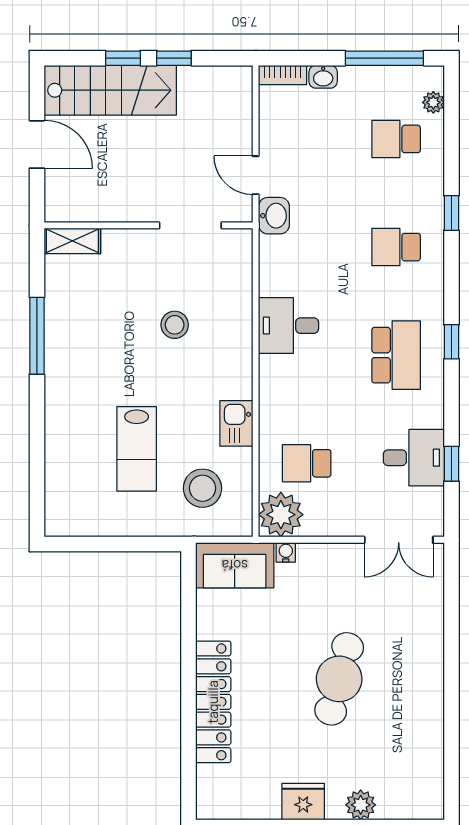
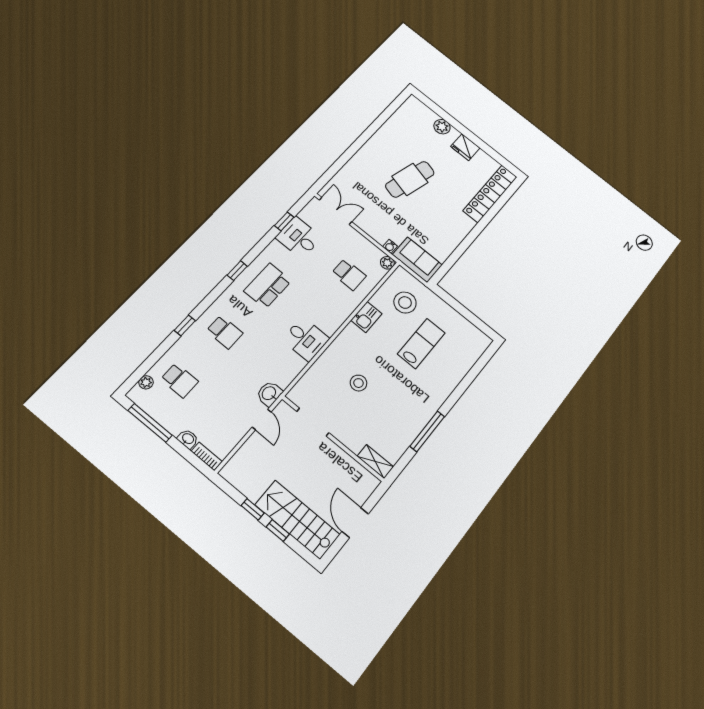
plant: (281, 515) -> (387, 263), width x0.53, depth x0.53
locker: (213, 702) -> (490, 194), moved

